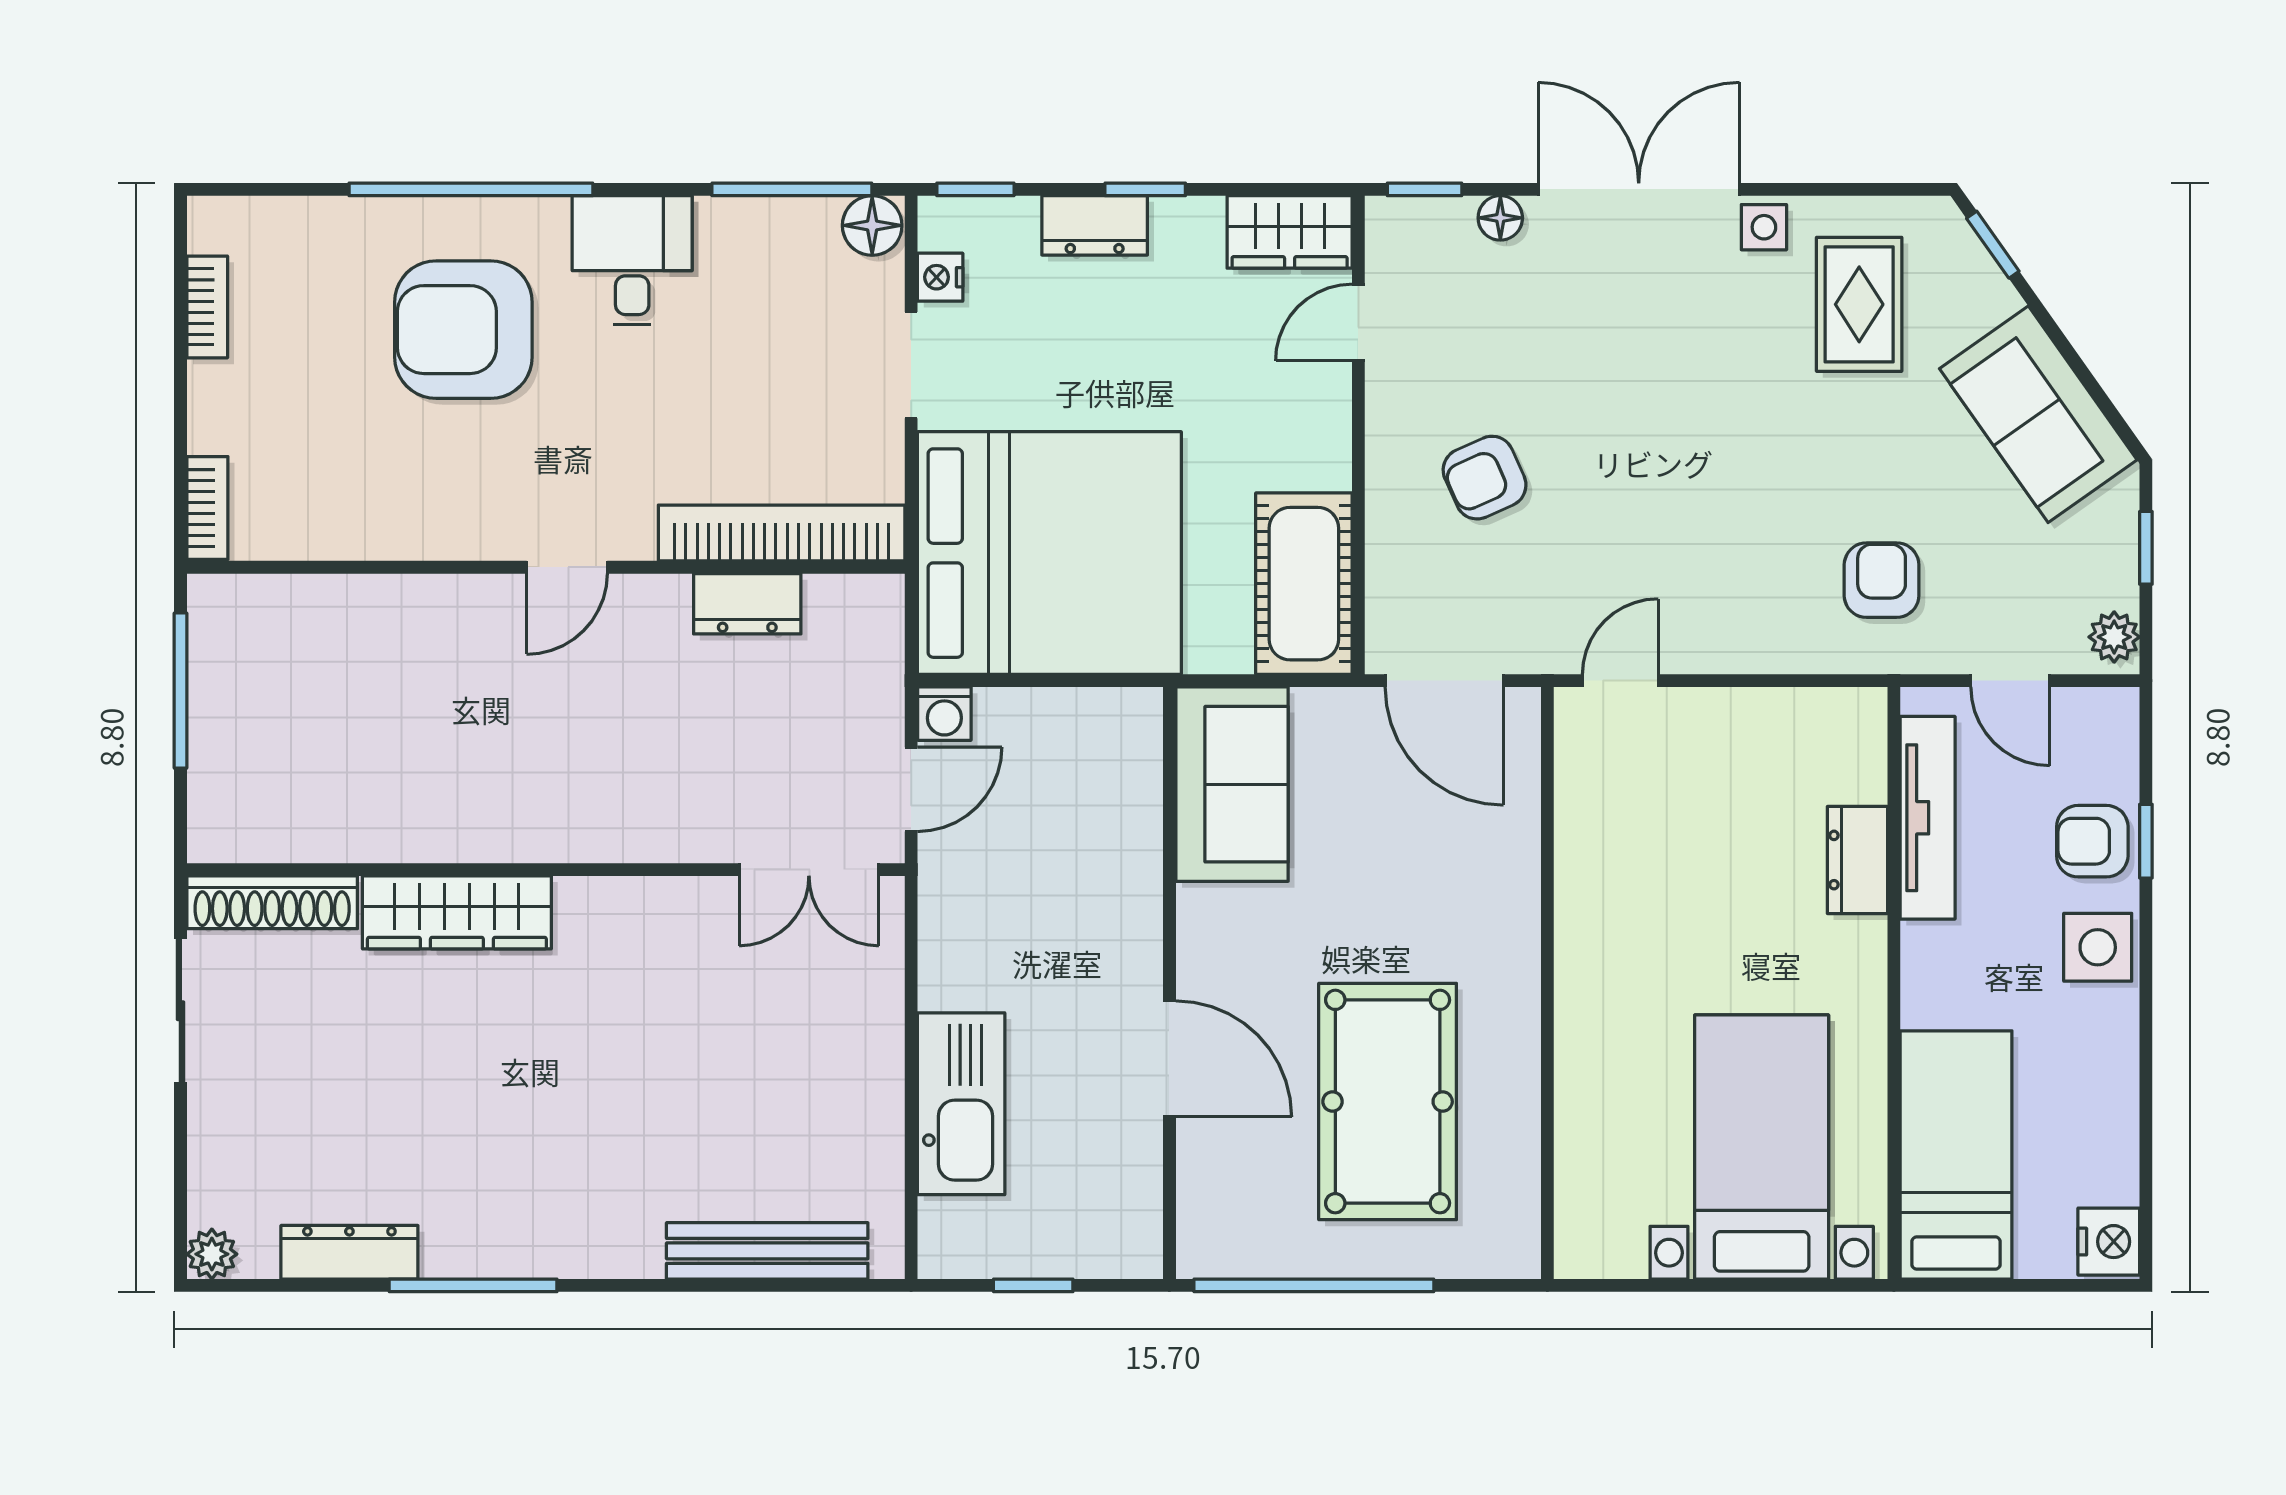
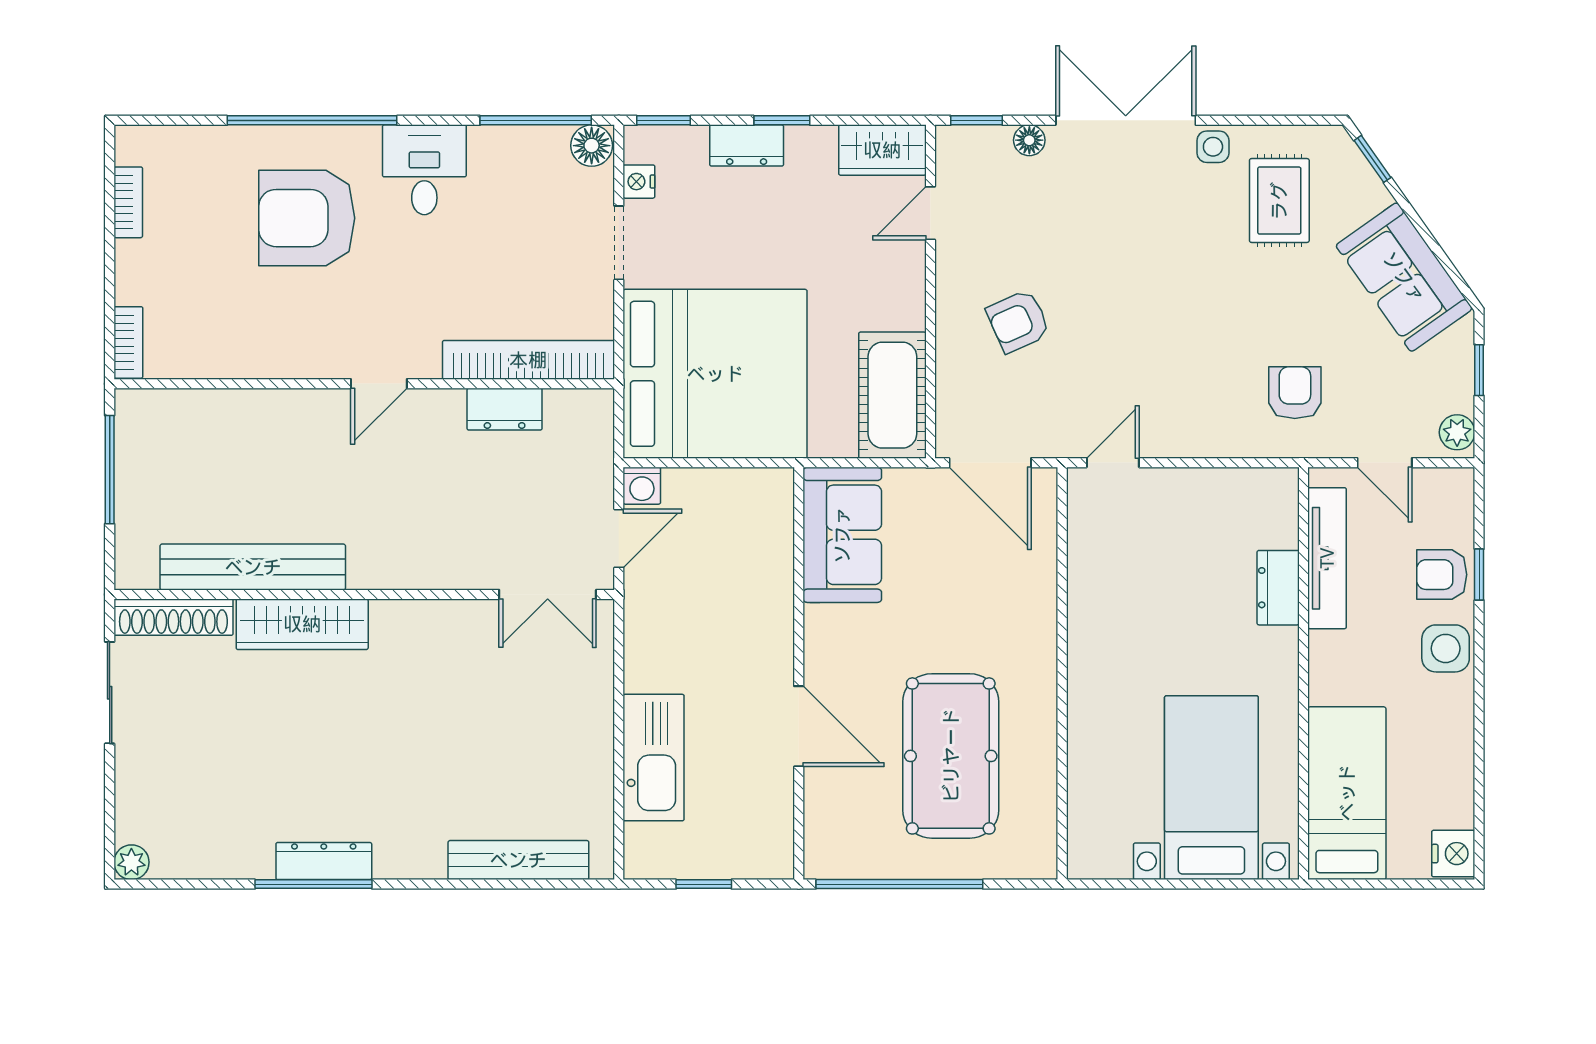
bench: (386, 830) -> (253, 567), added
dresser: (349, 1252) -> (324, 861), moved

